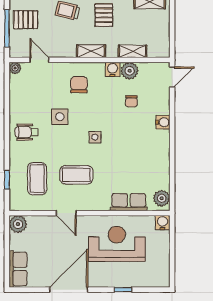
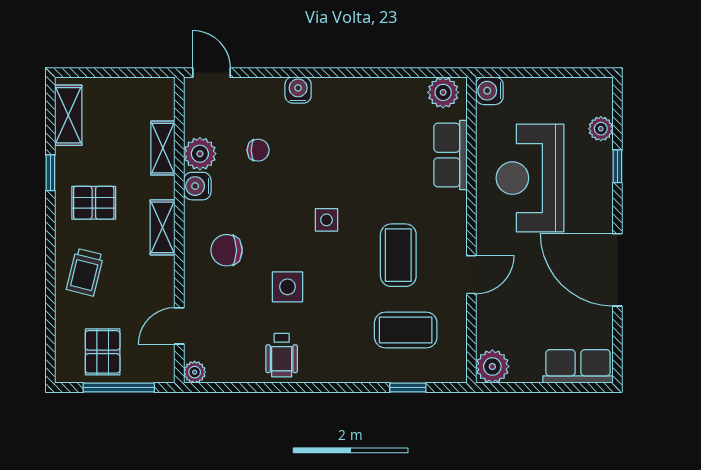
wheelchair: (27, 132) -> (282, 355), moved
plant: (143, 281) -> (601, 129), added

